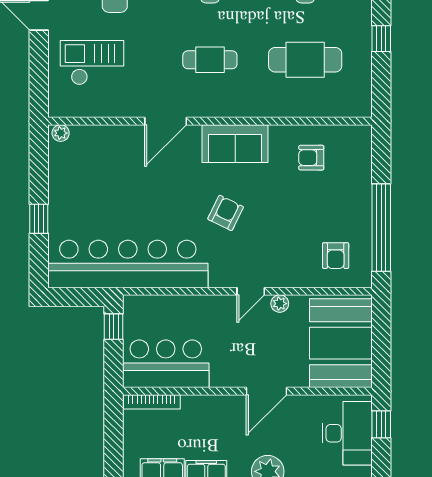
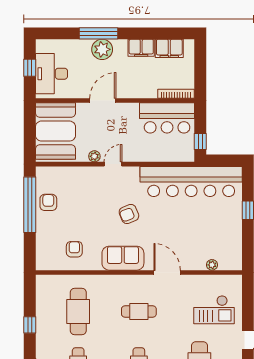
cafe table: (305, 60) -> (78, 312), turned 90
door: (166, 121) -> (167, 272), hinge flipped
plant: (61, 133) -> (212, 265), moved
armchair: (311, 158) -> (74, 249), turned -90
armchair: (226, 213) -> (129, 214), turned 42
armchair: (336, 256) -> (48, 202), moved
window: (381, 424) -> (30, 68), moved

